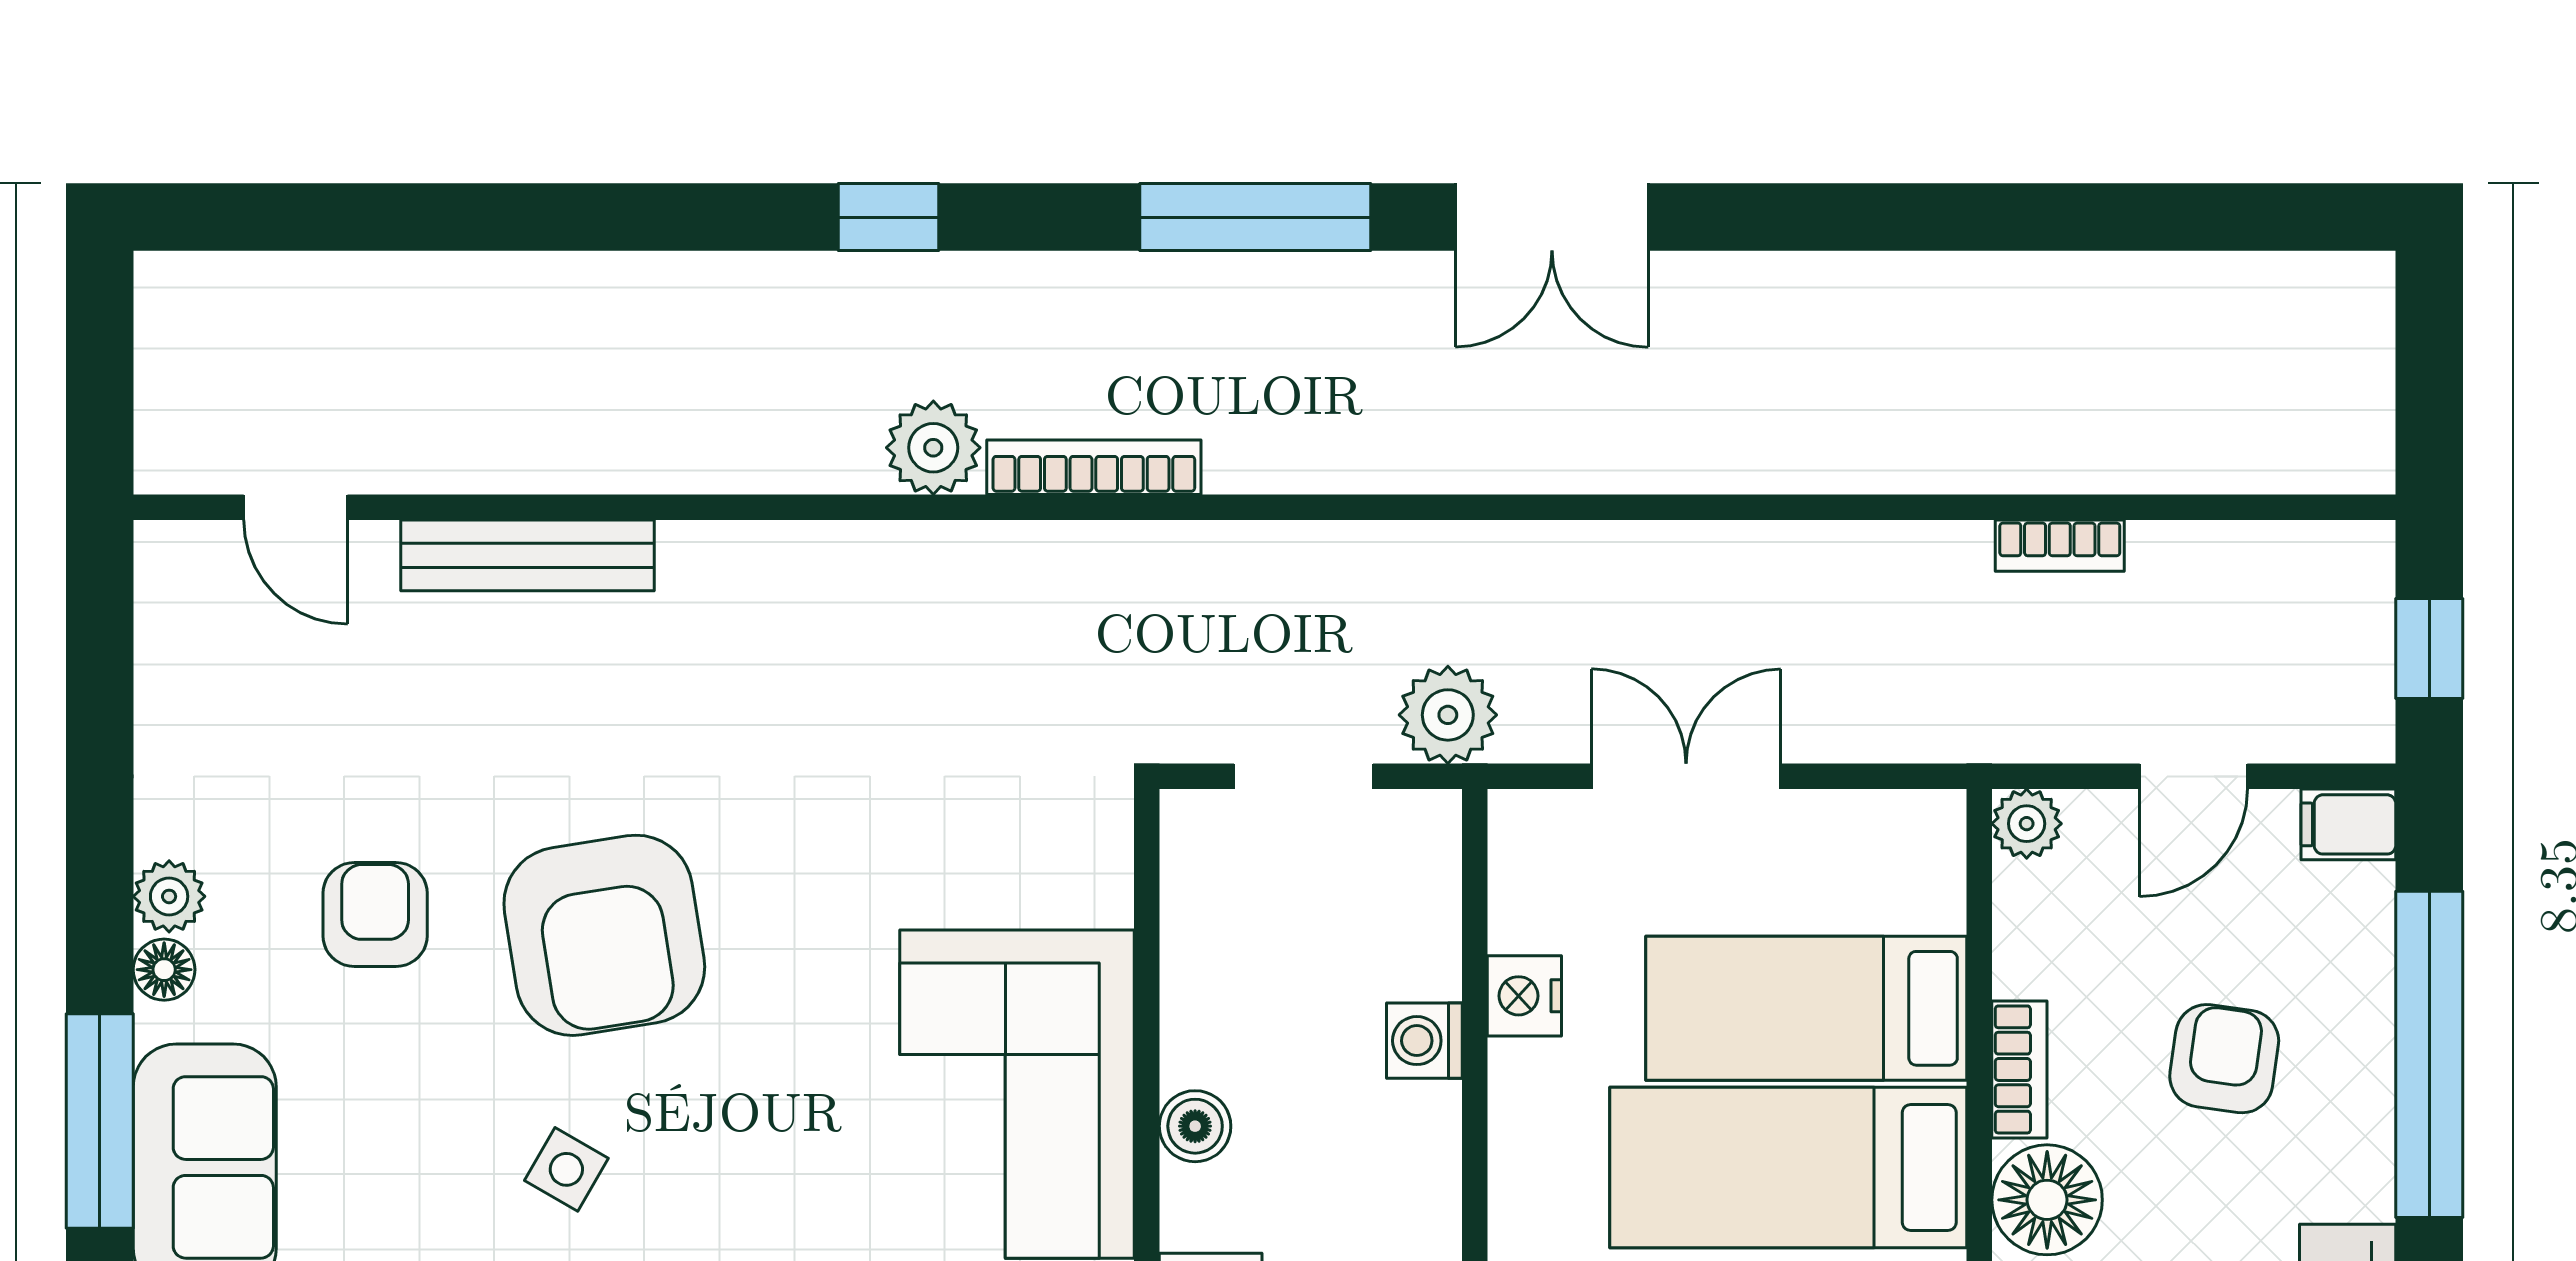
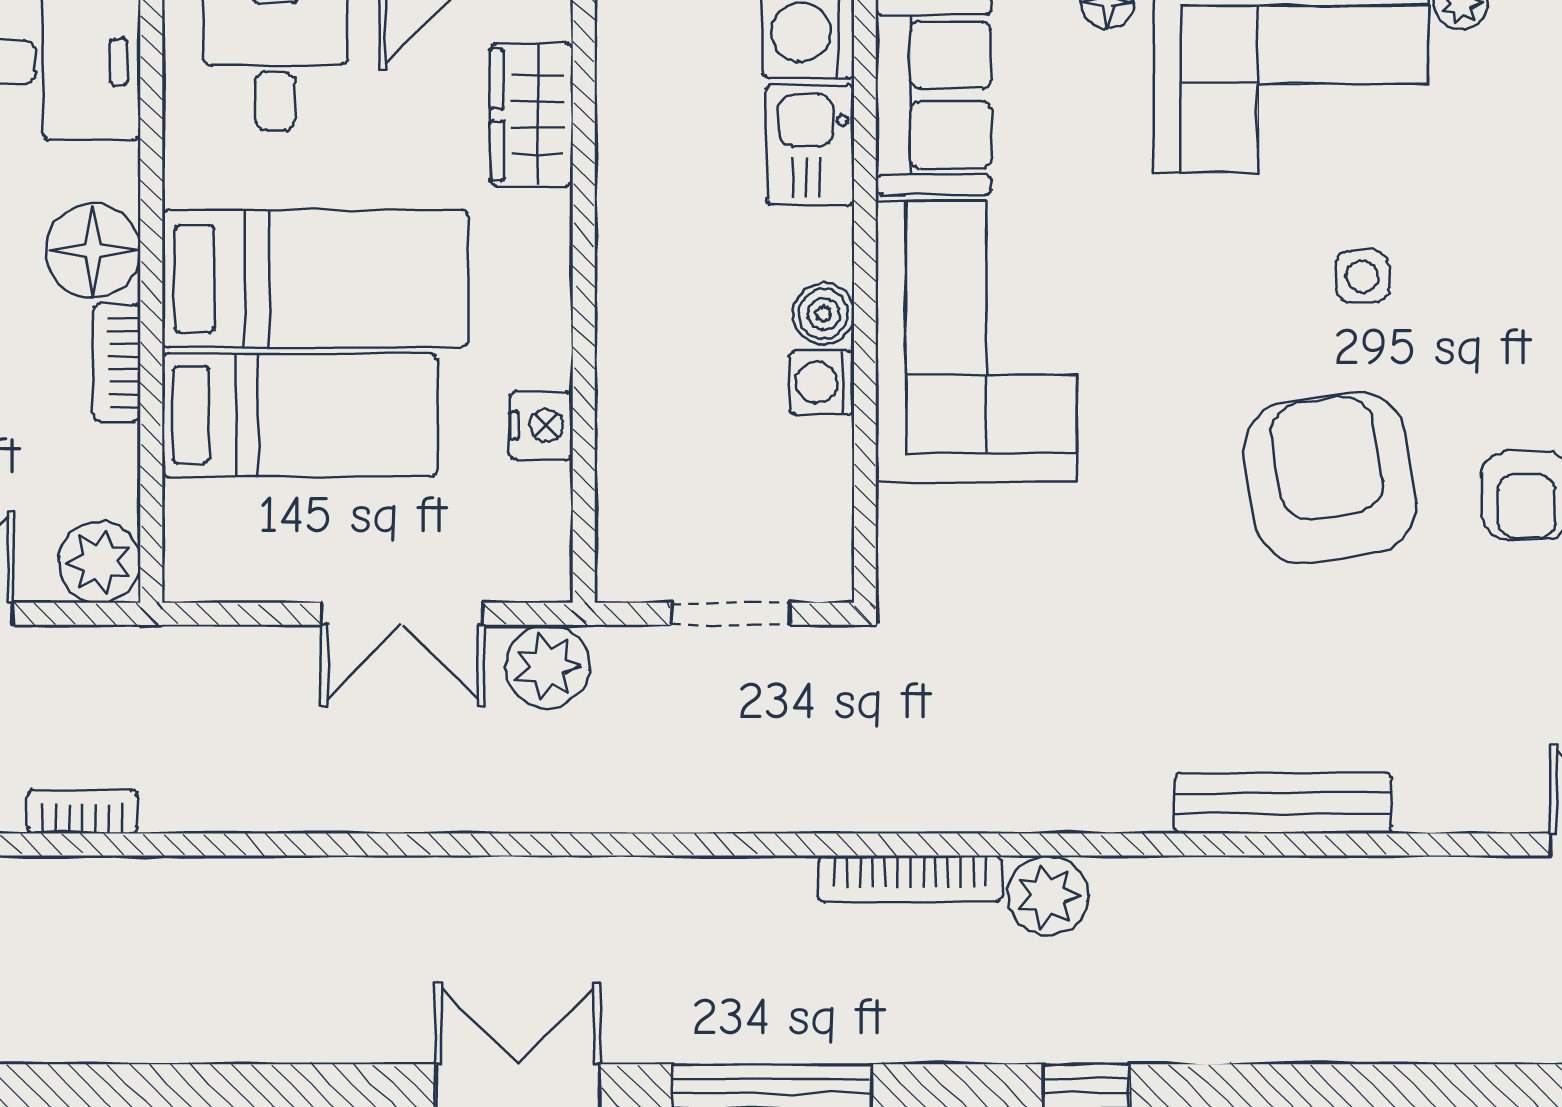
bench: (528, 555) -> (1283, 803), moved
plant: (1448, 715) -> (548, 666), moved
plant: (2027, 824) -> (100, 562), width x1.38, depth x1.38
washing machine: (1424, 1041) -> (822, 383), moved, turned 180
side table: (566, 1169) -> (1362, 277), turned -30

